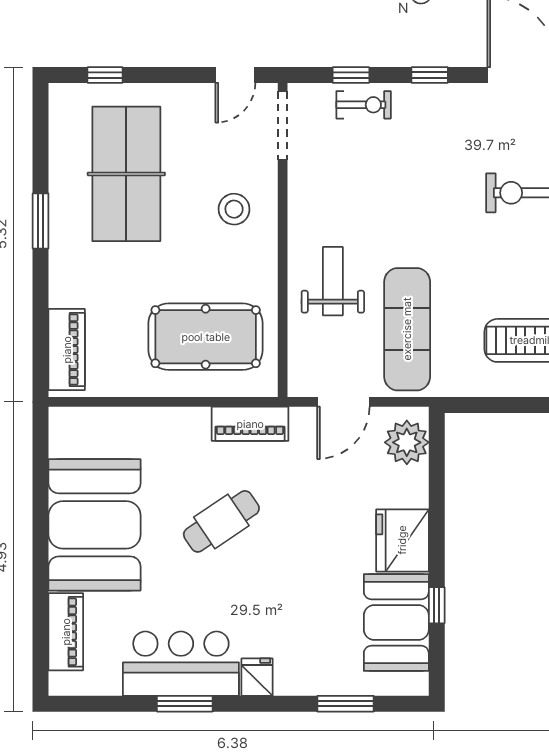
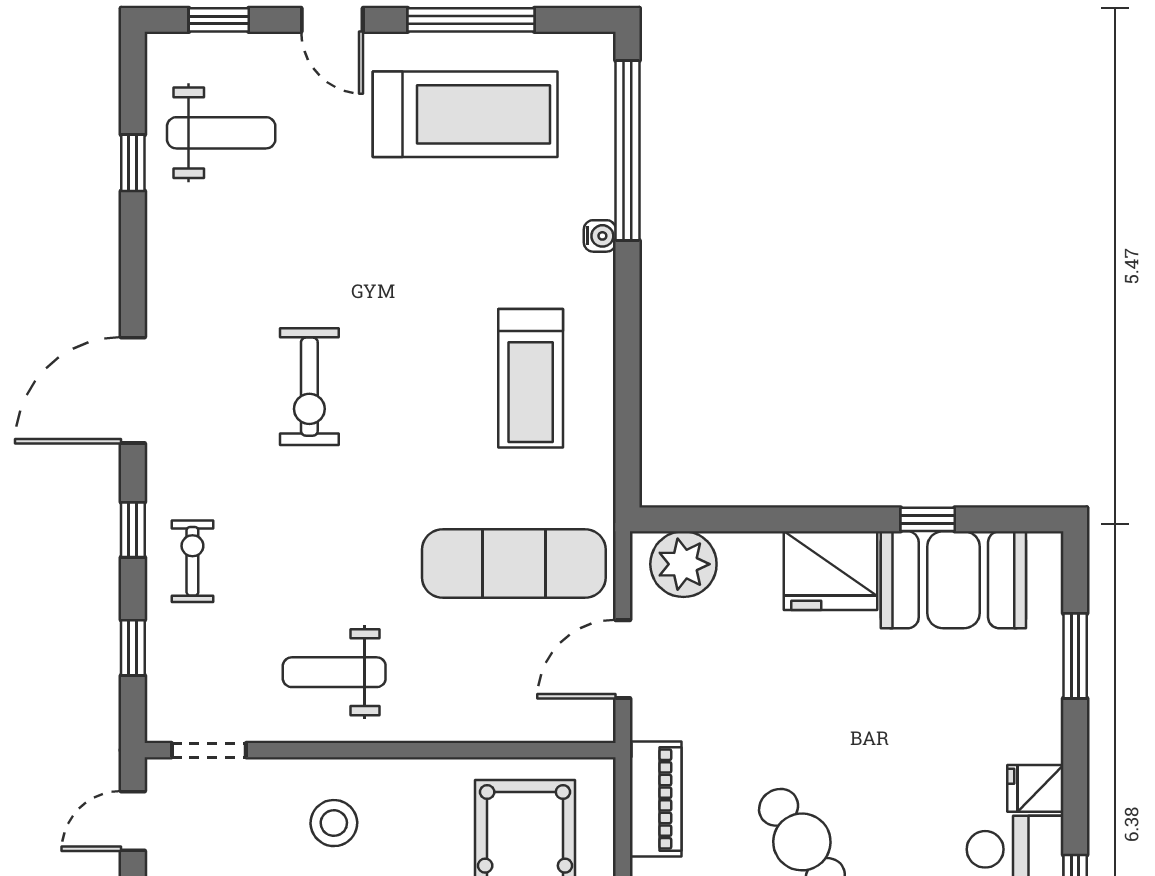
door: (235, 75) -> (133, 821), swing flipped
exercise bike: (364, 105) -> (192, 561), moved
doorway: (283, 126) -> (209, 750), width x0.73
weight bench: (333, 281) -> (334, 672), moved
door: (343, 402) -> (623, 659), swing flipped

